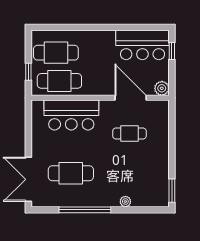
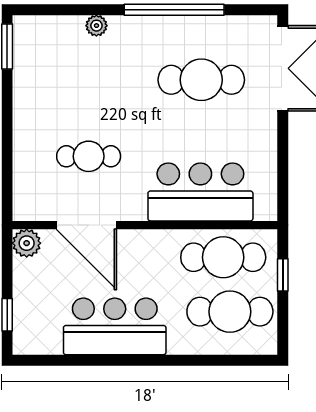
bar counter: (142, 45) -> (115, 326), moved

